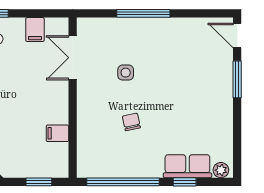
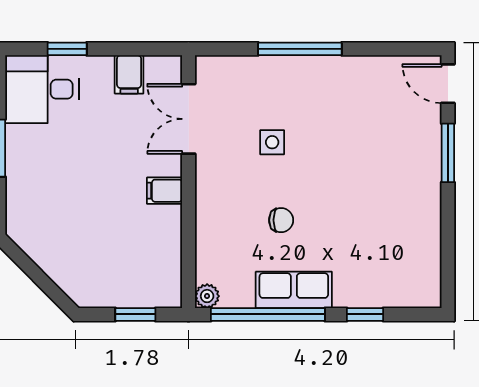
chair: (131, 122) -> (281, 220), turned 102
filing cabinet: (57, 133) -> (165, 191), moved
row of seats: (187, 166) -> (294, 290), moved
plant: (221, 170) -> (207, 296), moved

